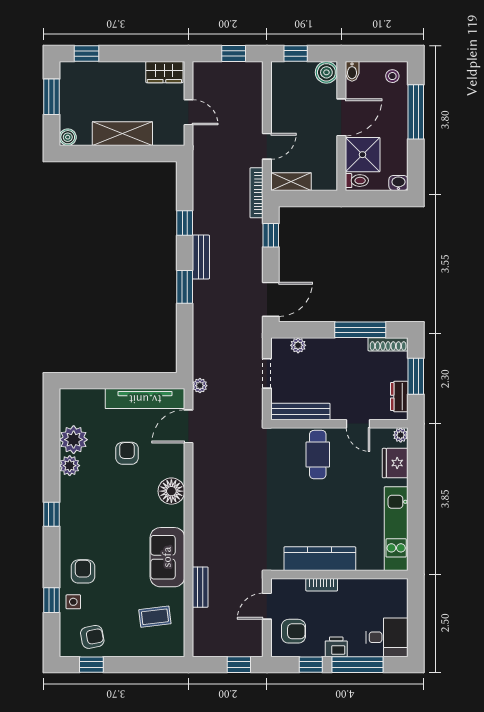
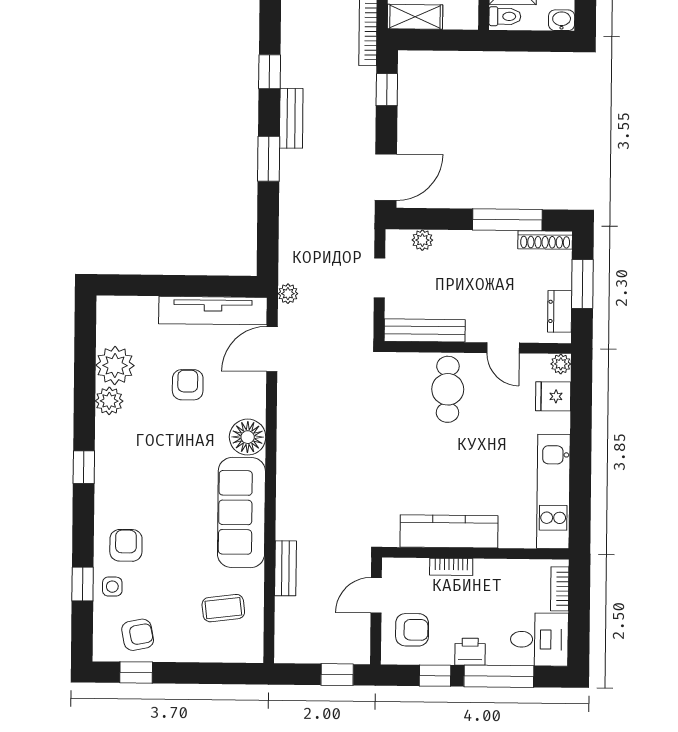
fridge: (395, 463) -> (553, 396), width x0.72
sofa: (167, 557) -> (241, 512), width x1.36
bookcase: (401, 600) -> (560, 589), added

